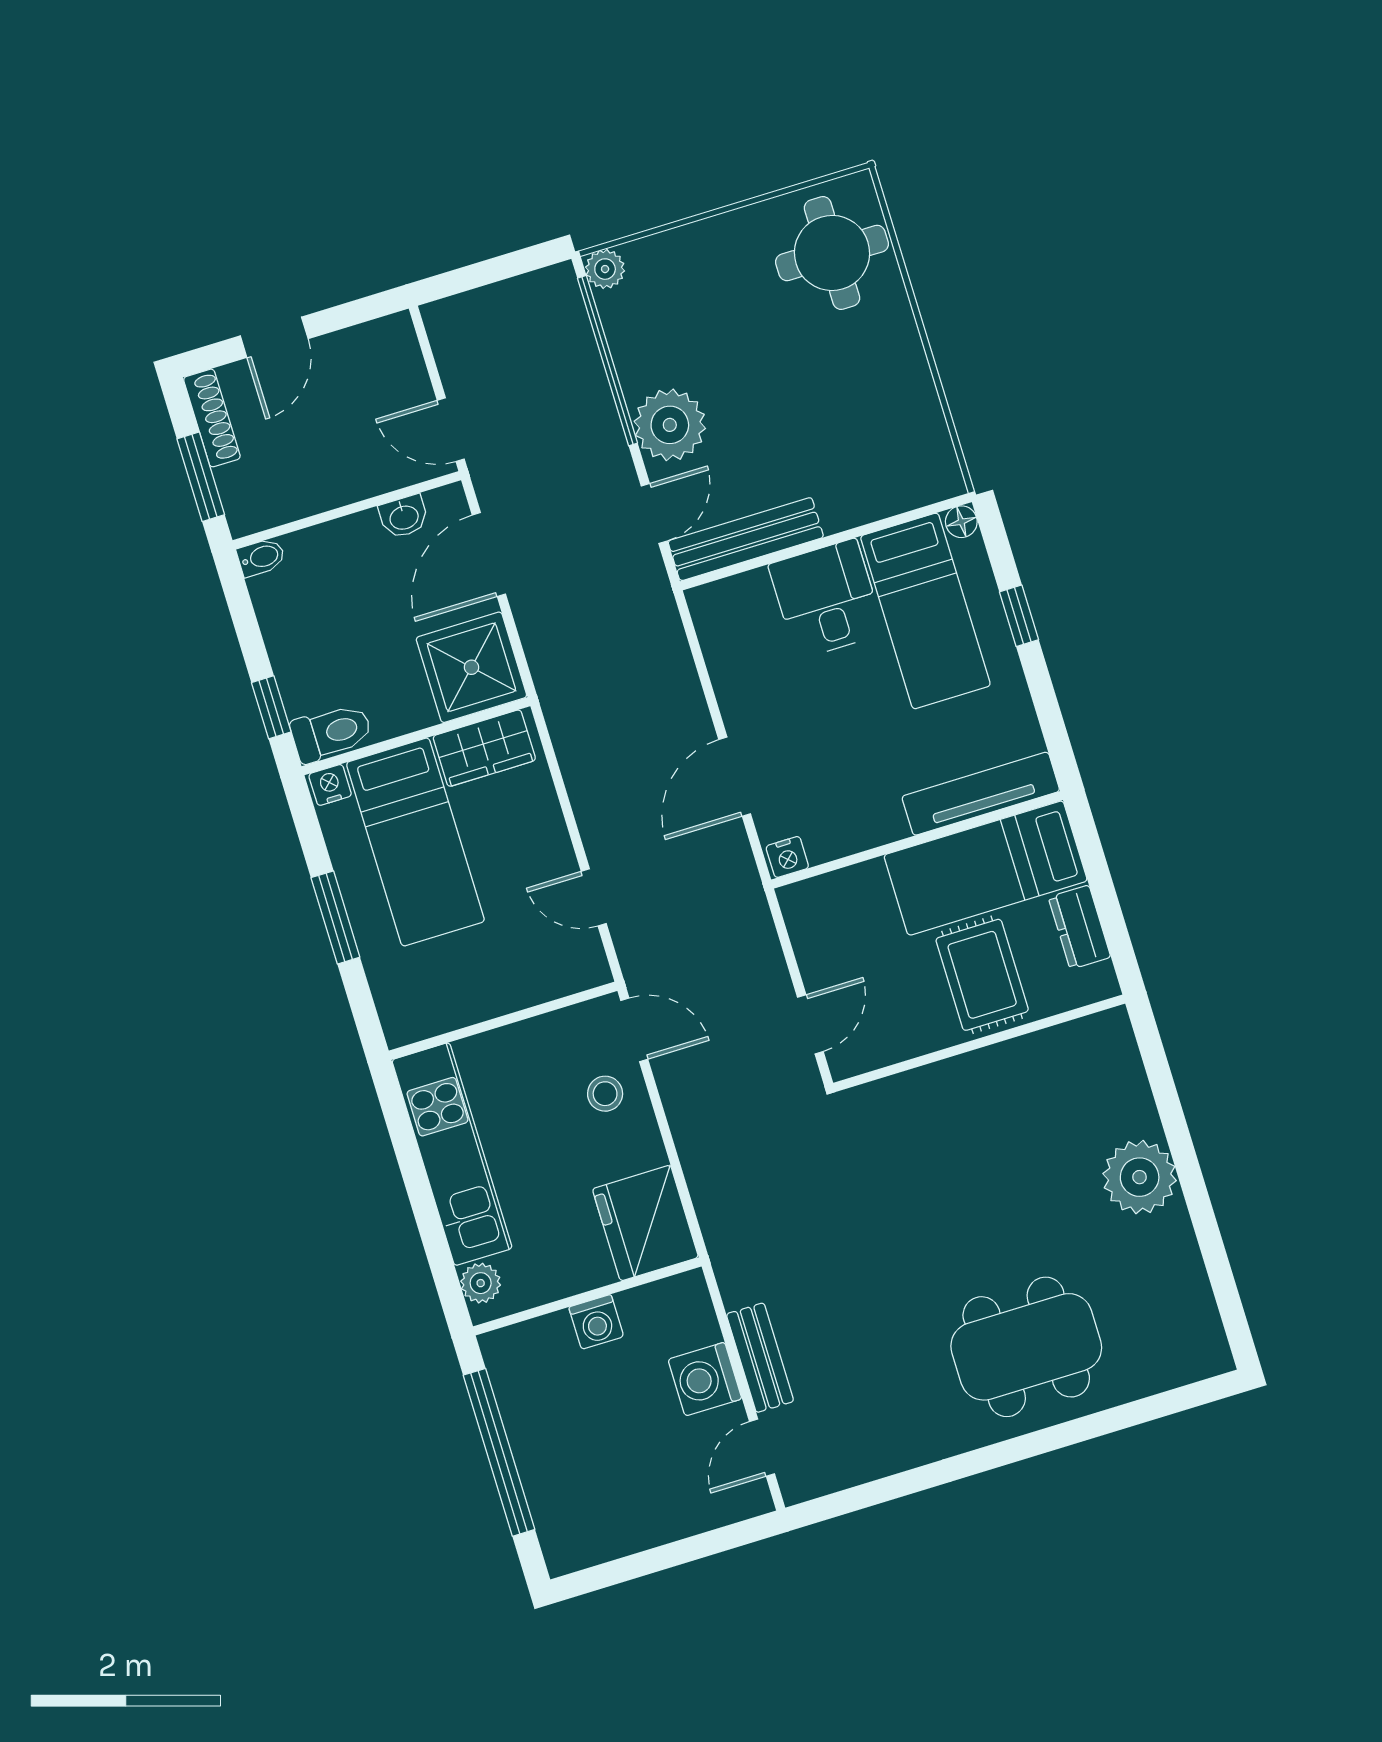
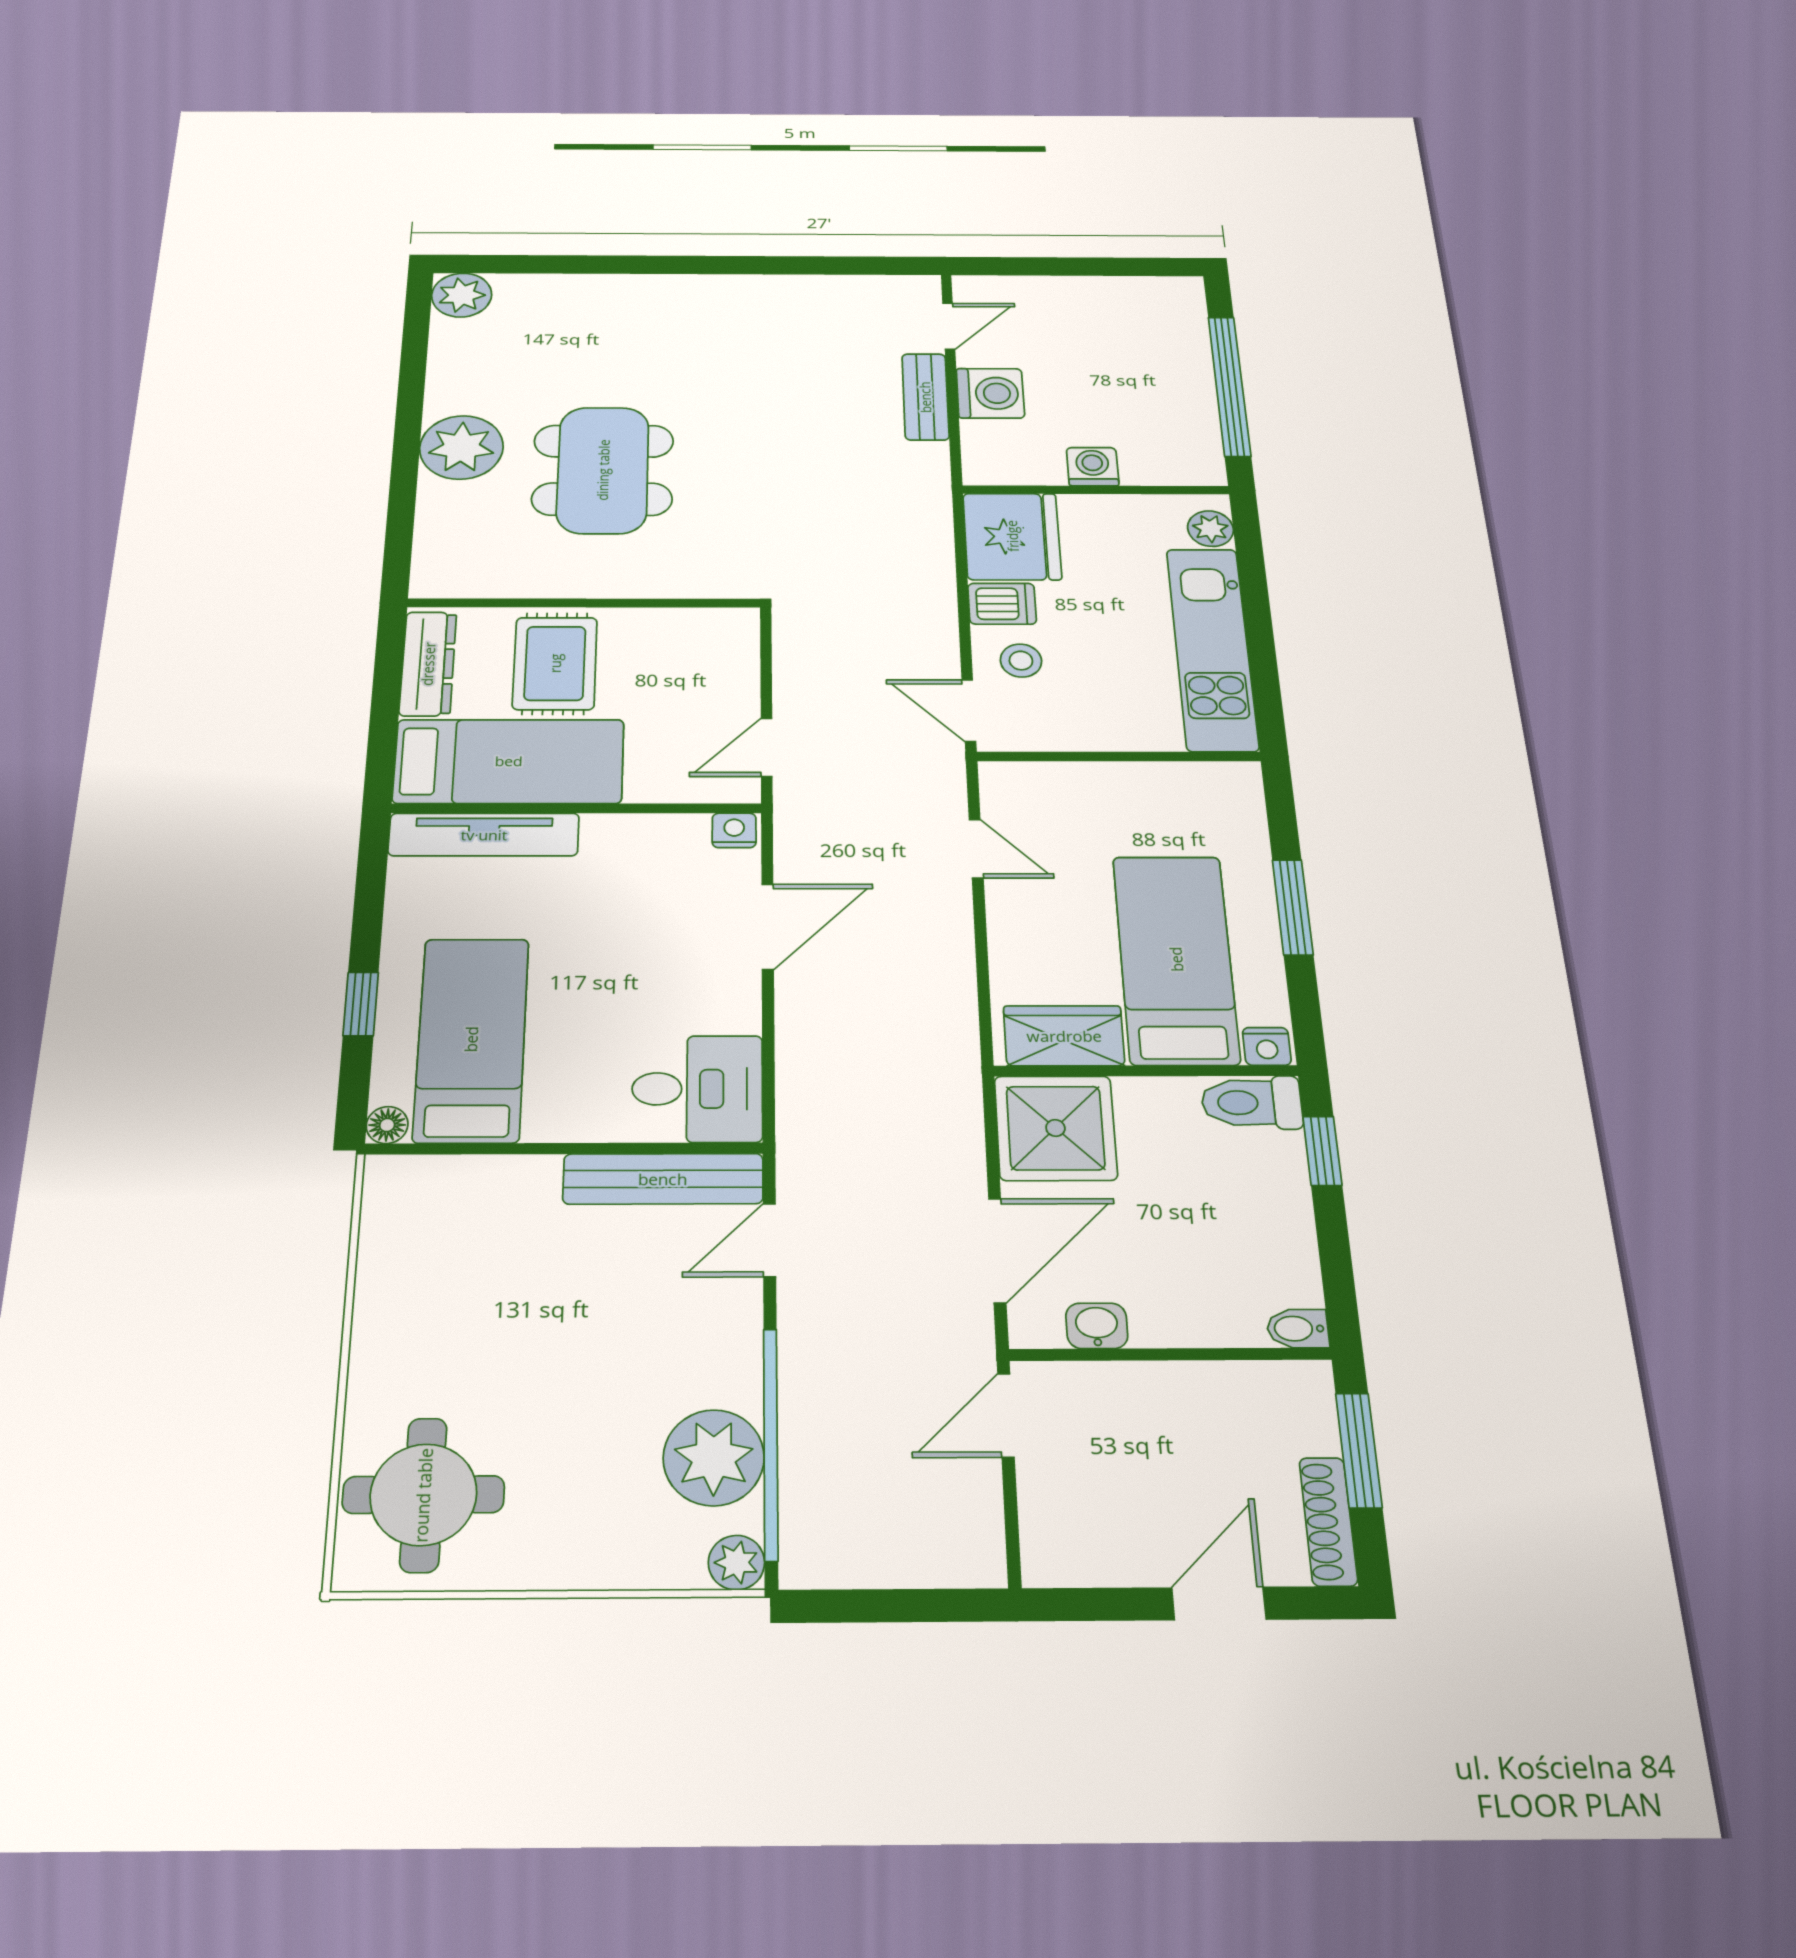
plant: (670, 425) -> (714, 1458), moved
door: (451, 430) -> (1006, 1415), swing flipped
desk: (826, 599) -> (697, 1089), moved, turned -90
dresser: (1080, 927) -> (428, 664), width x1.44
door: (810, 1024) -> (767, 747), moved
dishwasher: (635, 1148) -> (1002, 604), added
dining table: (1026, 1347) -> (603, 470), moved, turned 90
plant: (1203, 1351) -> (462, 295), added

